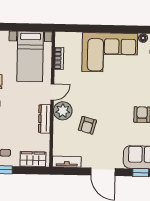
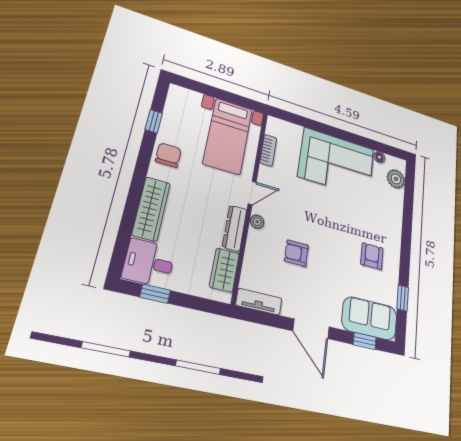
plant: (63, 111) -> (257, 222), width x0.53, depth x0.53
armchair: (87, 125) -> (296, 253), turned 75
wardrobe: (33, 159) -> (224, 270), moved, turned -90

